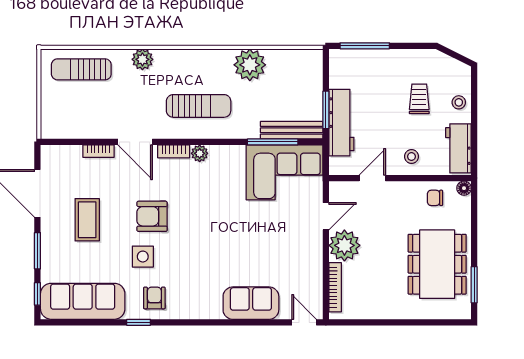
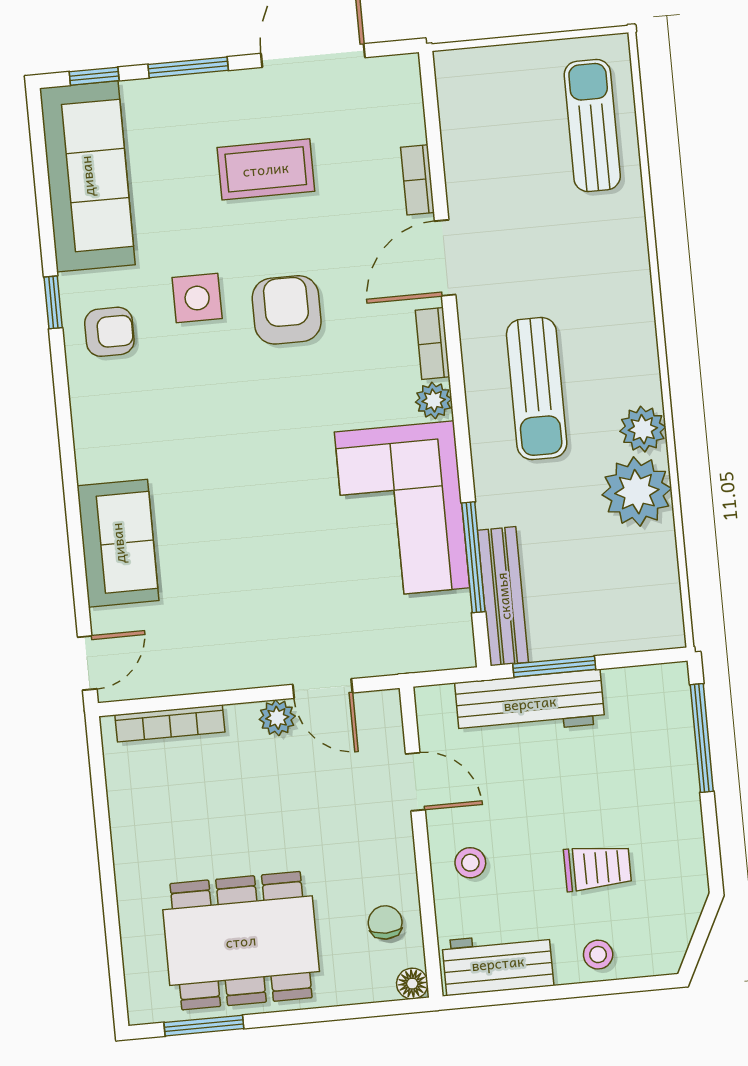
plant: (142, 59) -> (643, 429), moved
corner sofa: (284, 172) -> (402, 510), moved
plant: (344, 245) -> (277, 718), width x0.53, depth x0.53

